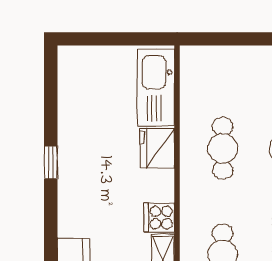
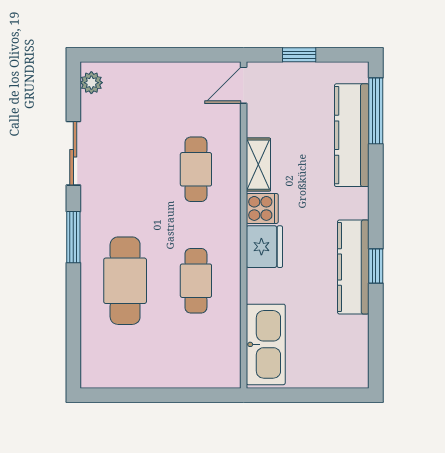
fridge: (157, 148) -> (264, 247), moved
kitchen counter: (72, 162) -> (353, 267), added

